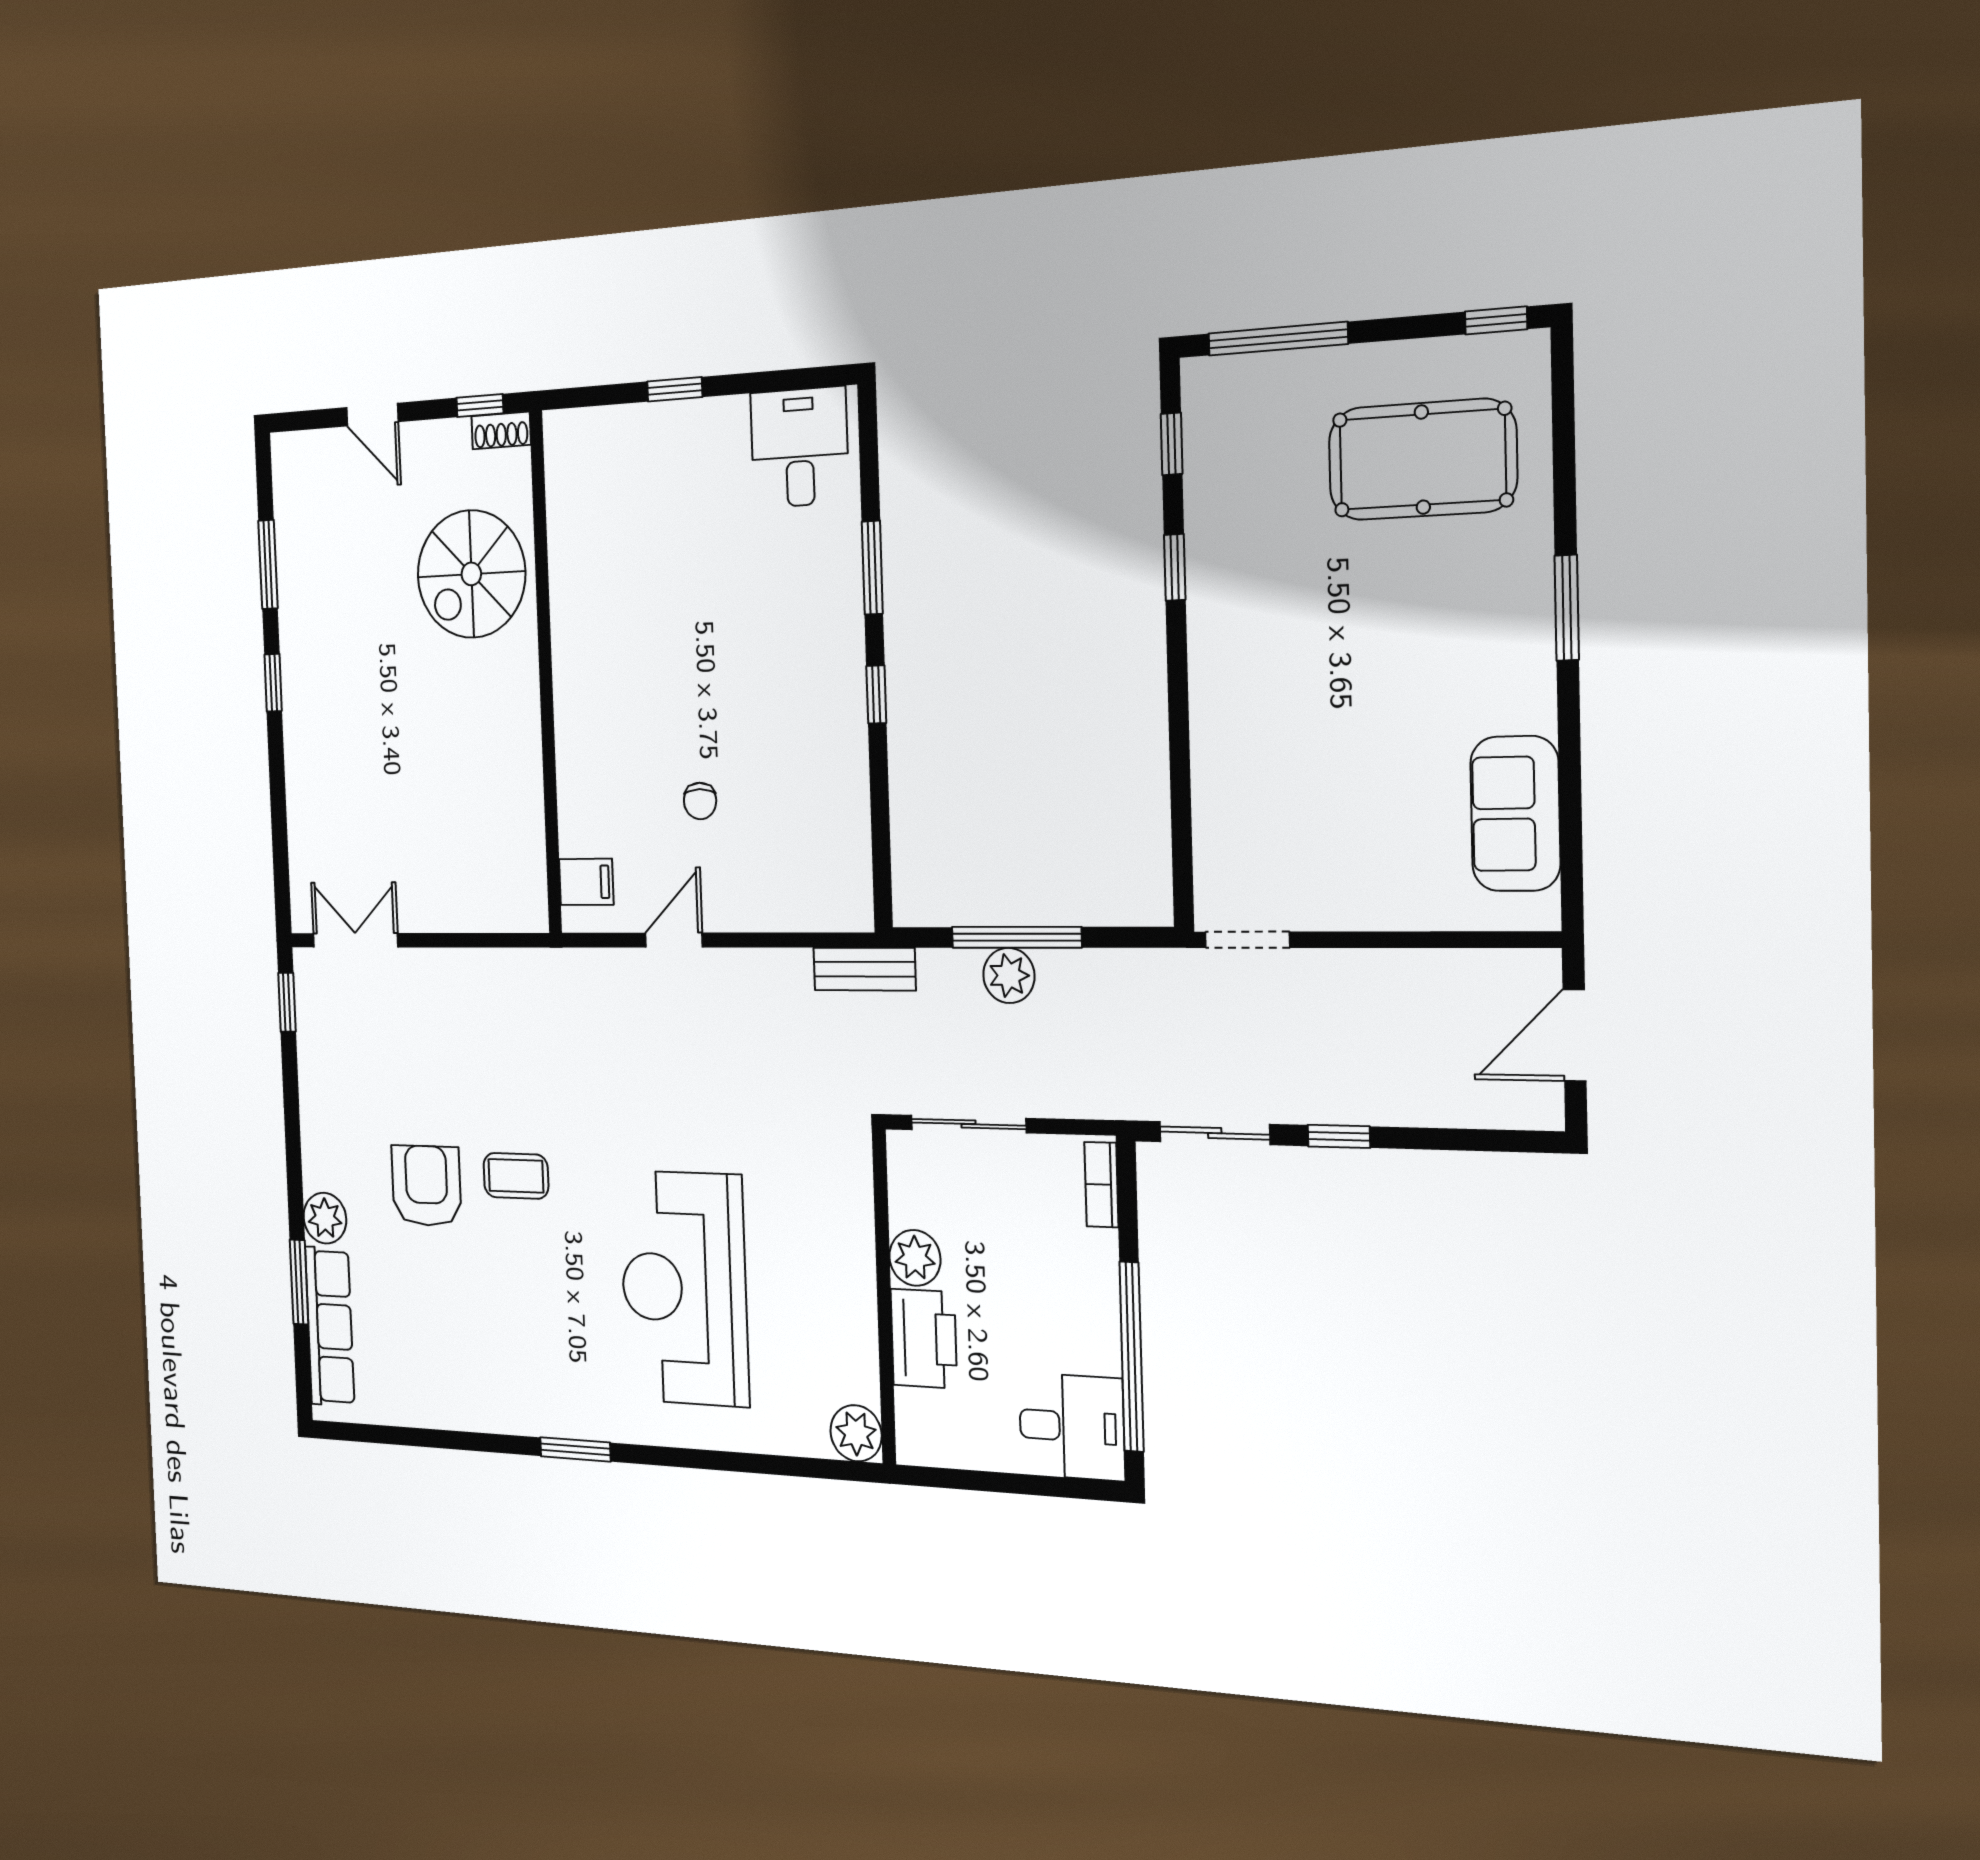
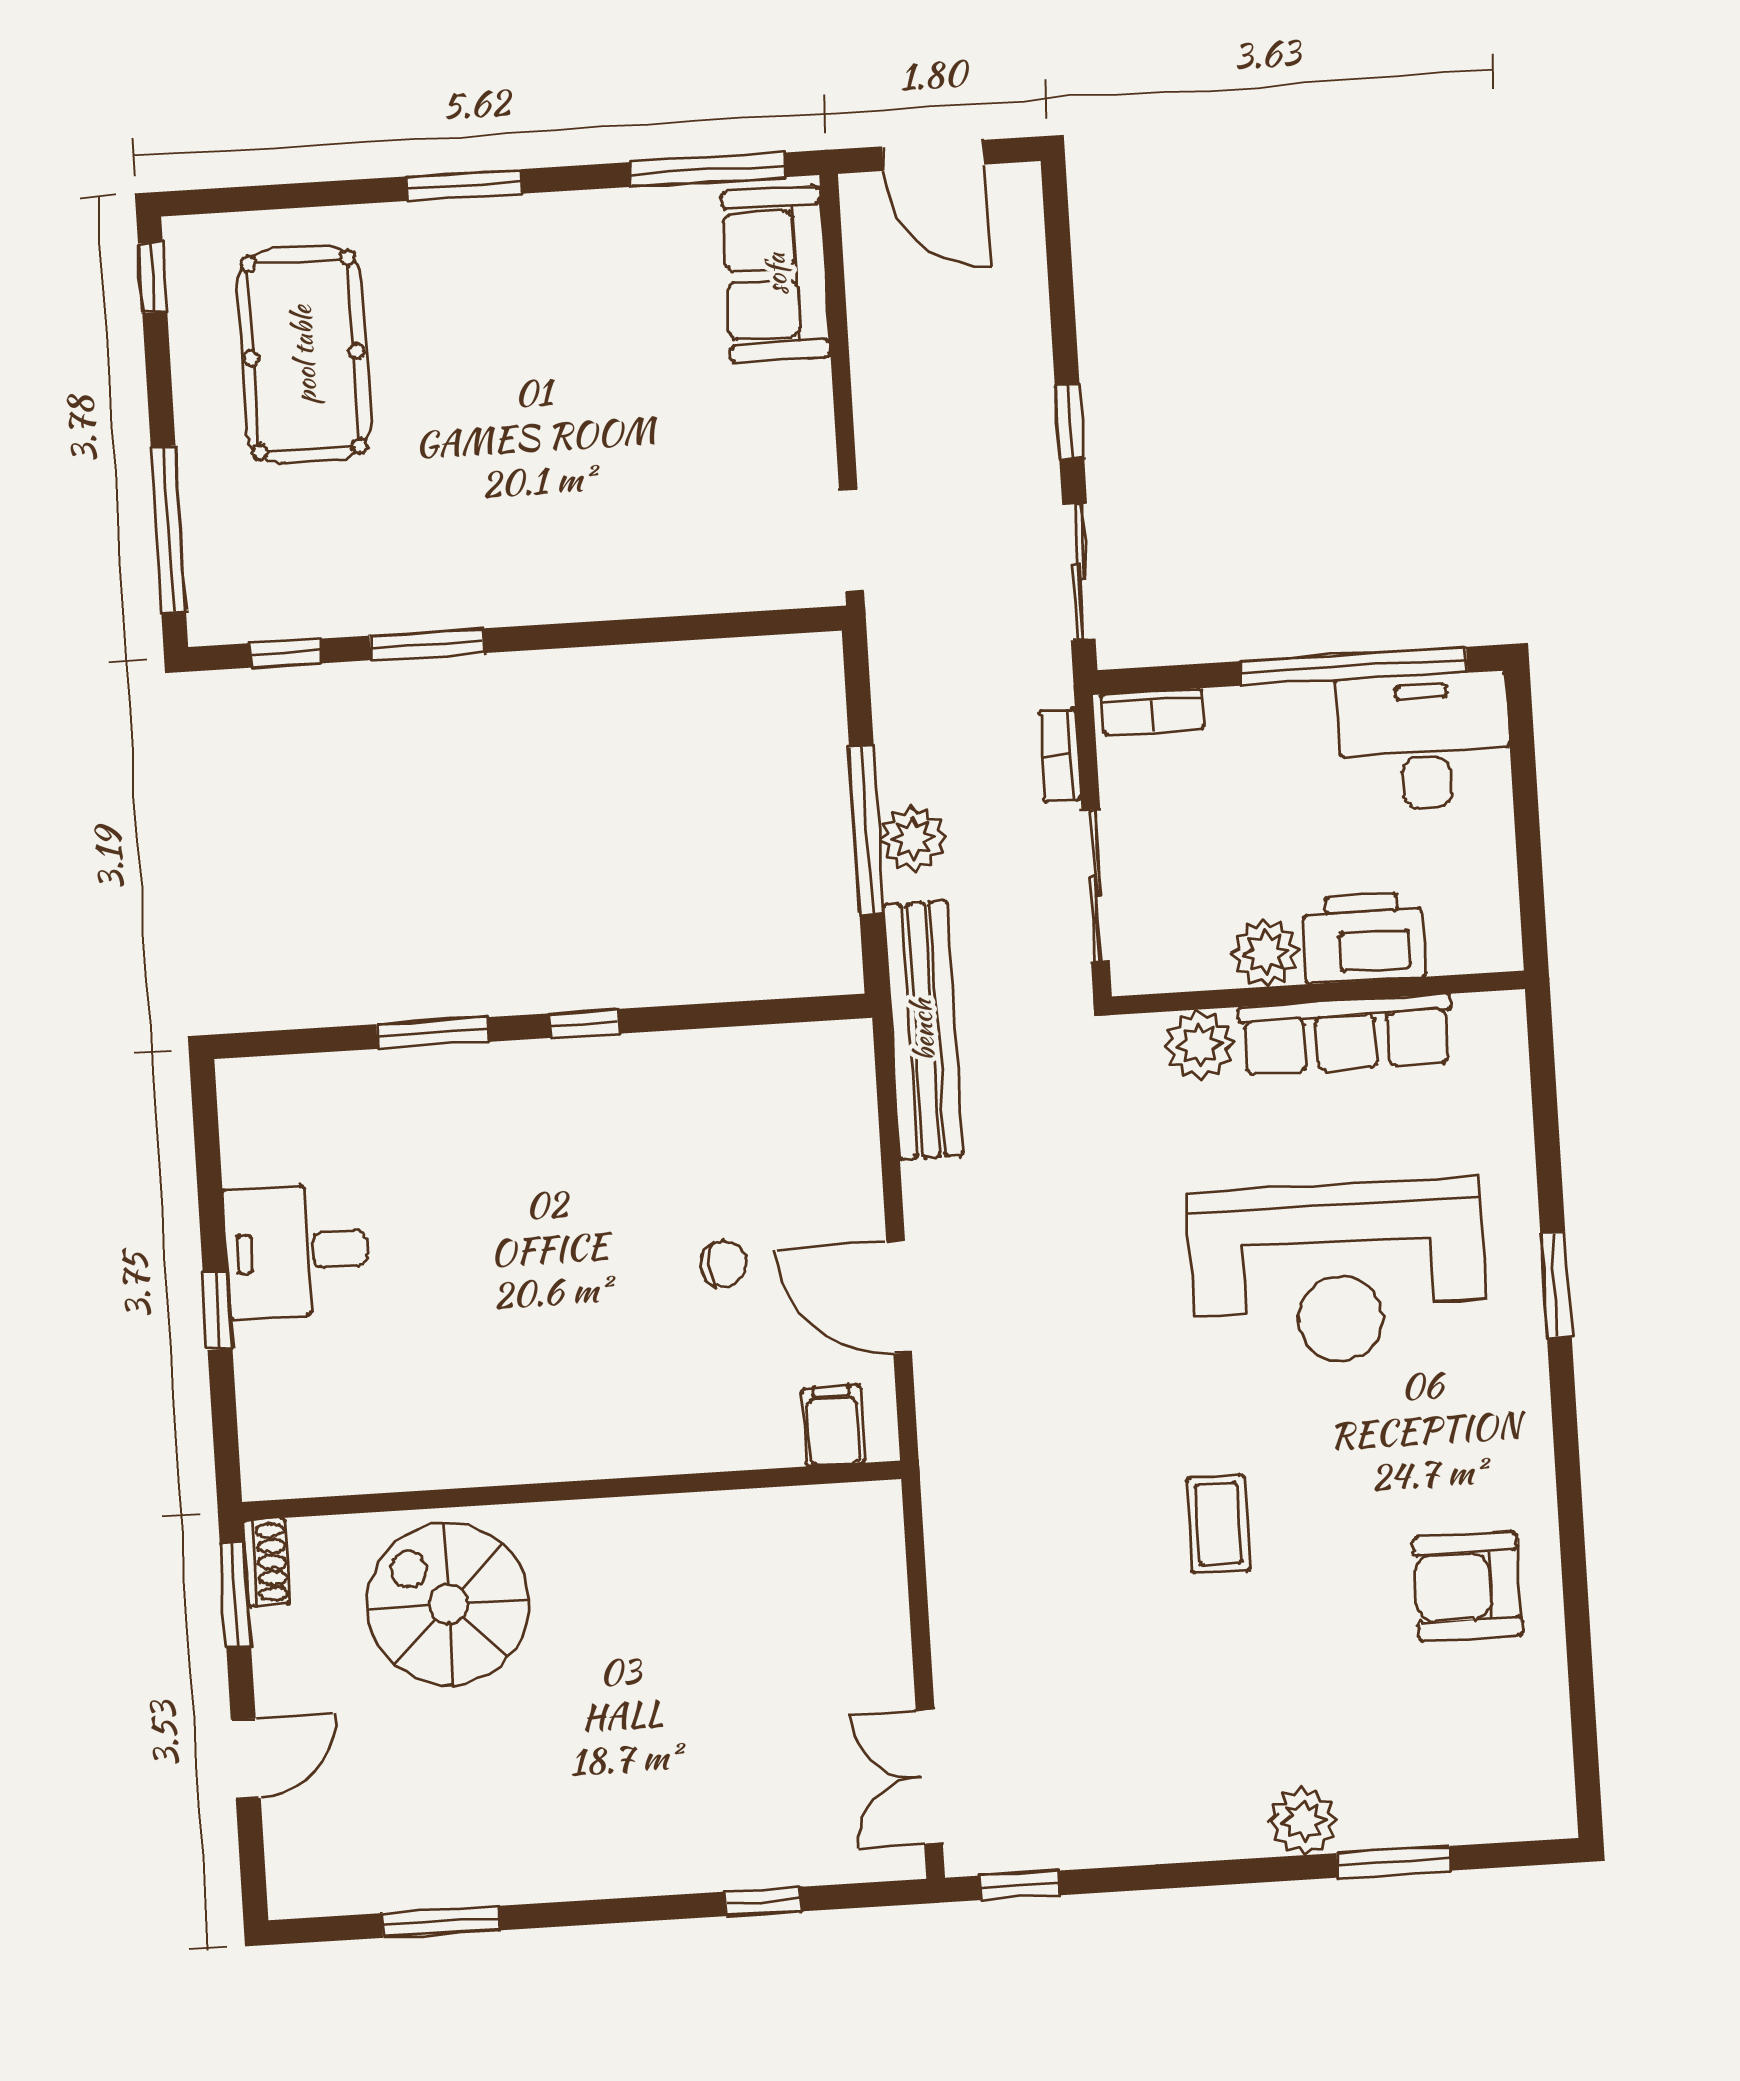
window: (480, 406) -> (235, 1595), width x1.50
desk: (799, 447) -> (296, 1251), moved
window: (1175, 567) -> (427, 644), width x1.50
spiral stairs: (471, 574) -> (448, 1604), turned 180
window: (273, 683) -> (763, 1902), moved
sofa: (1515, 814) -> (776, 274), moved, turned 90
window: (1571, 830) -> (708, 170), added
door: (674, 940) -> (899, 1297), width x1.38
bench: (864, 969) -> (923, 1030), width x1.86, depth x1.21
bookcase: (1070, 1104) -> (1060, 755), added
armchair: (426, 1186) -> (1468, 1586), moved
row of seats: (330, 1327) -> (1346, 1035), moved, turned 180
desk: (1072, 1427) -> (1424, 741), width x1.37
plant: (856, 1433) -> (1200, 1045), moved
window: (575, 1449) -> (1556, 1285), moved

